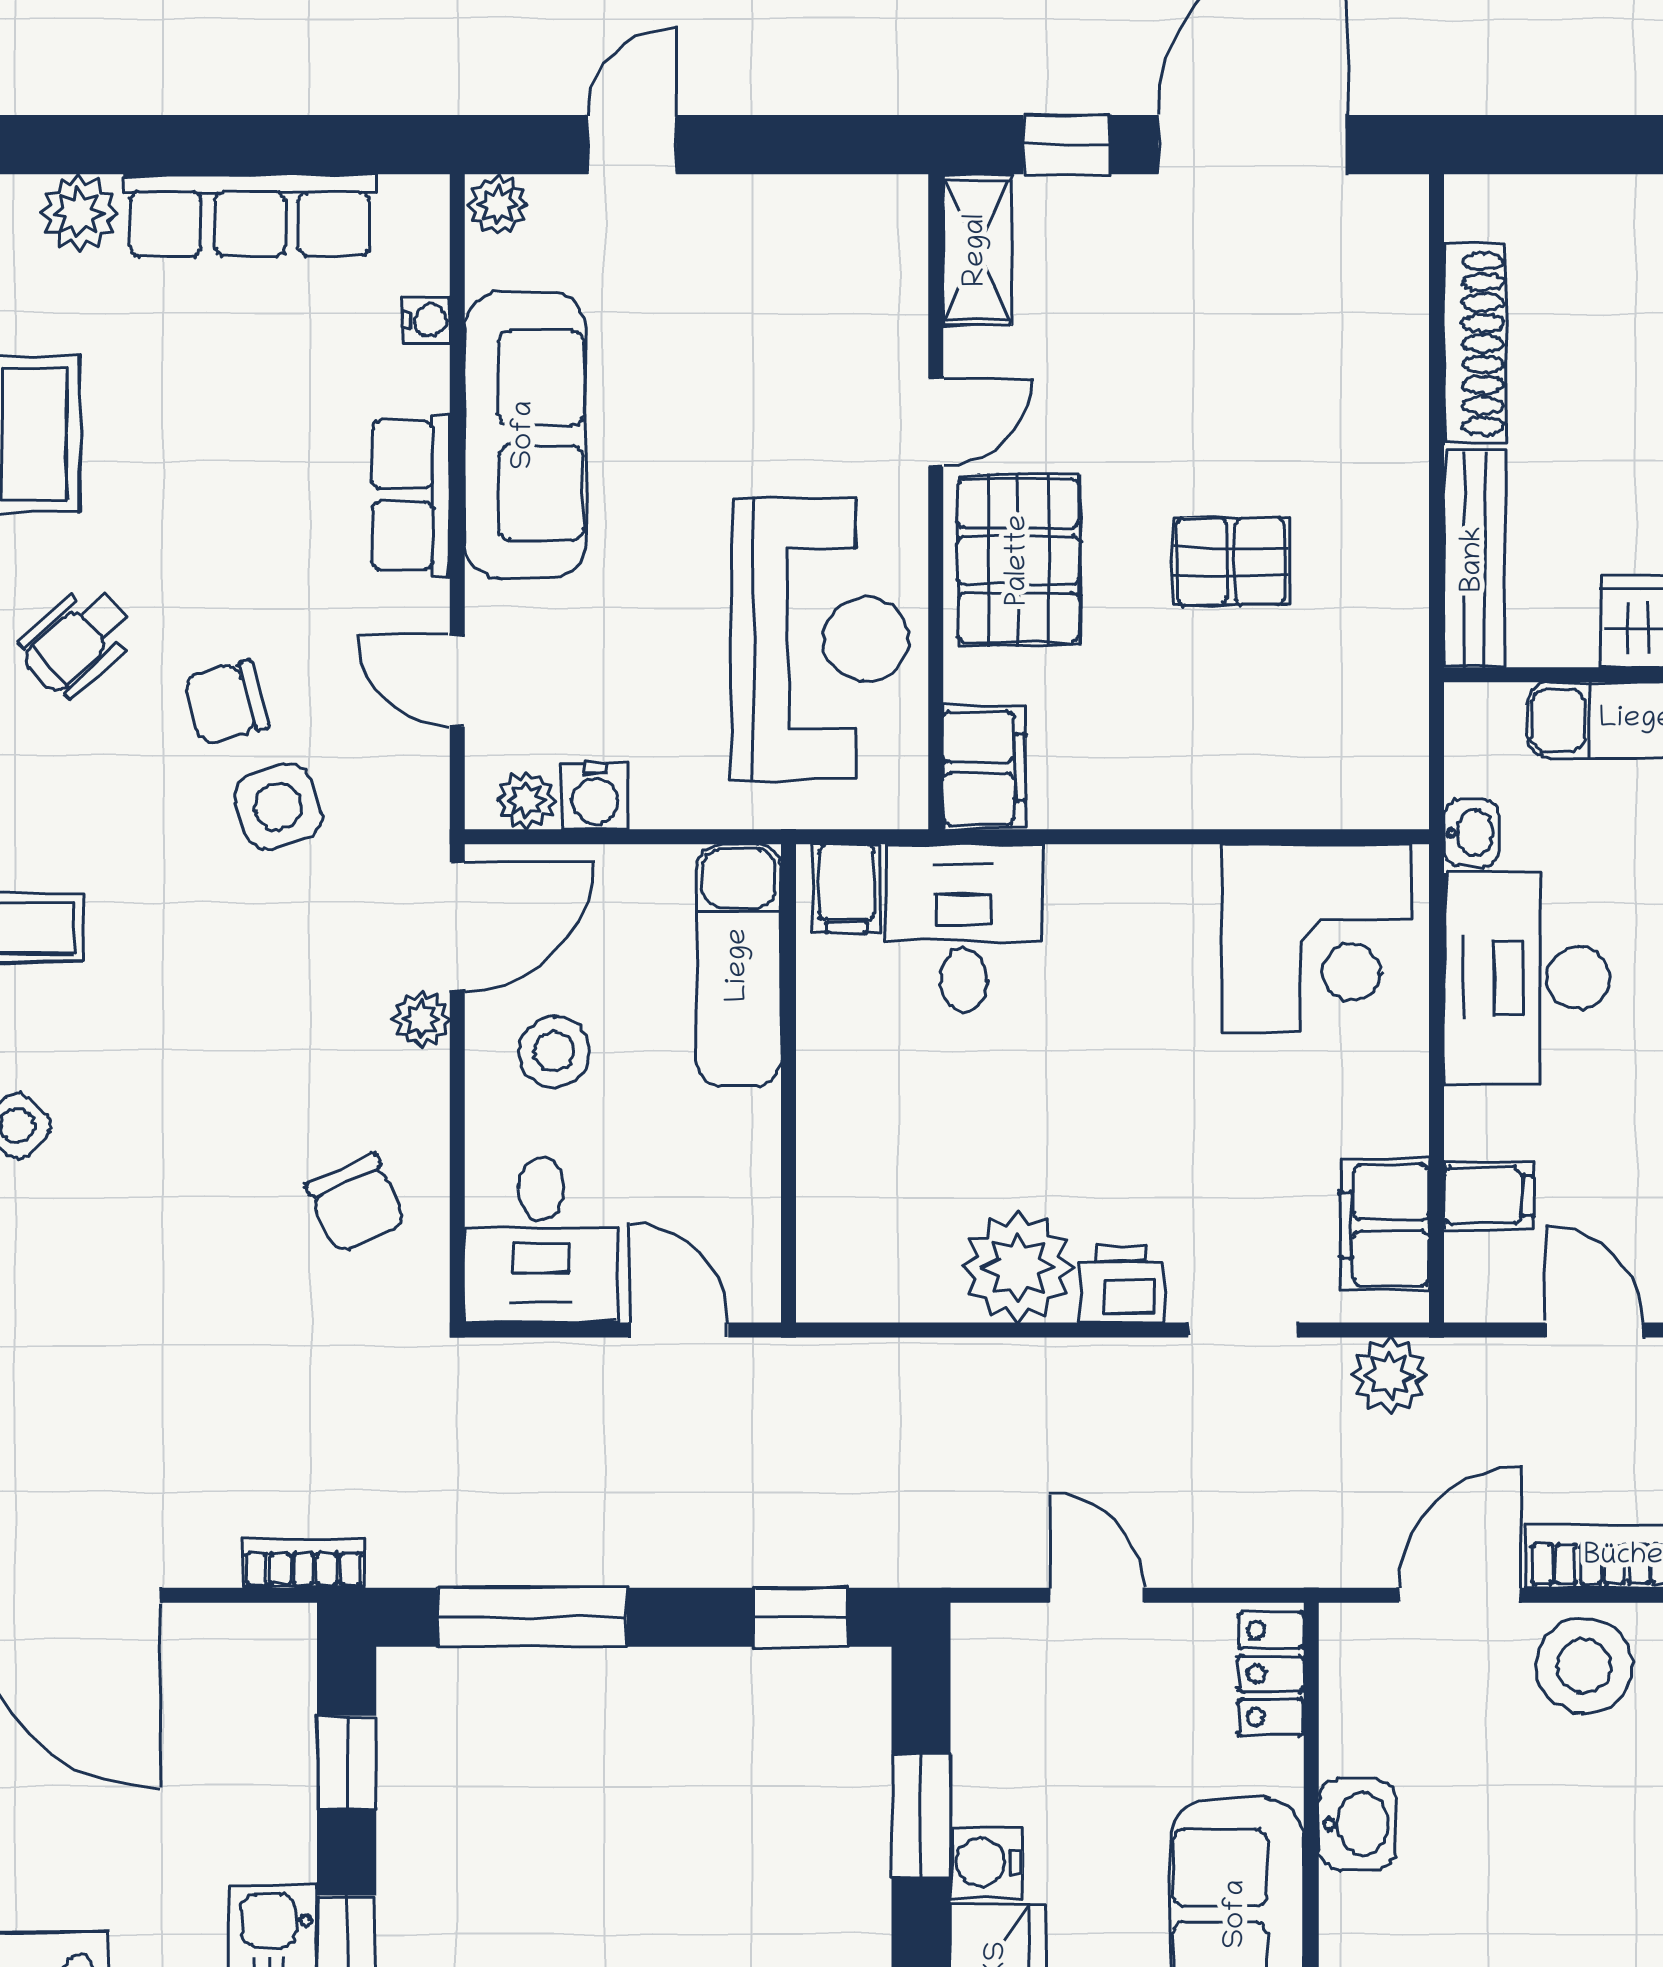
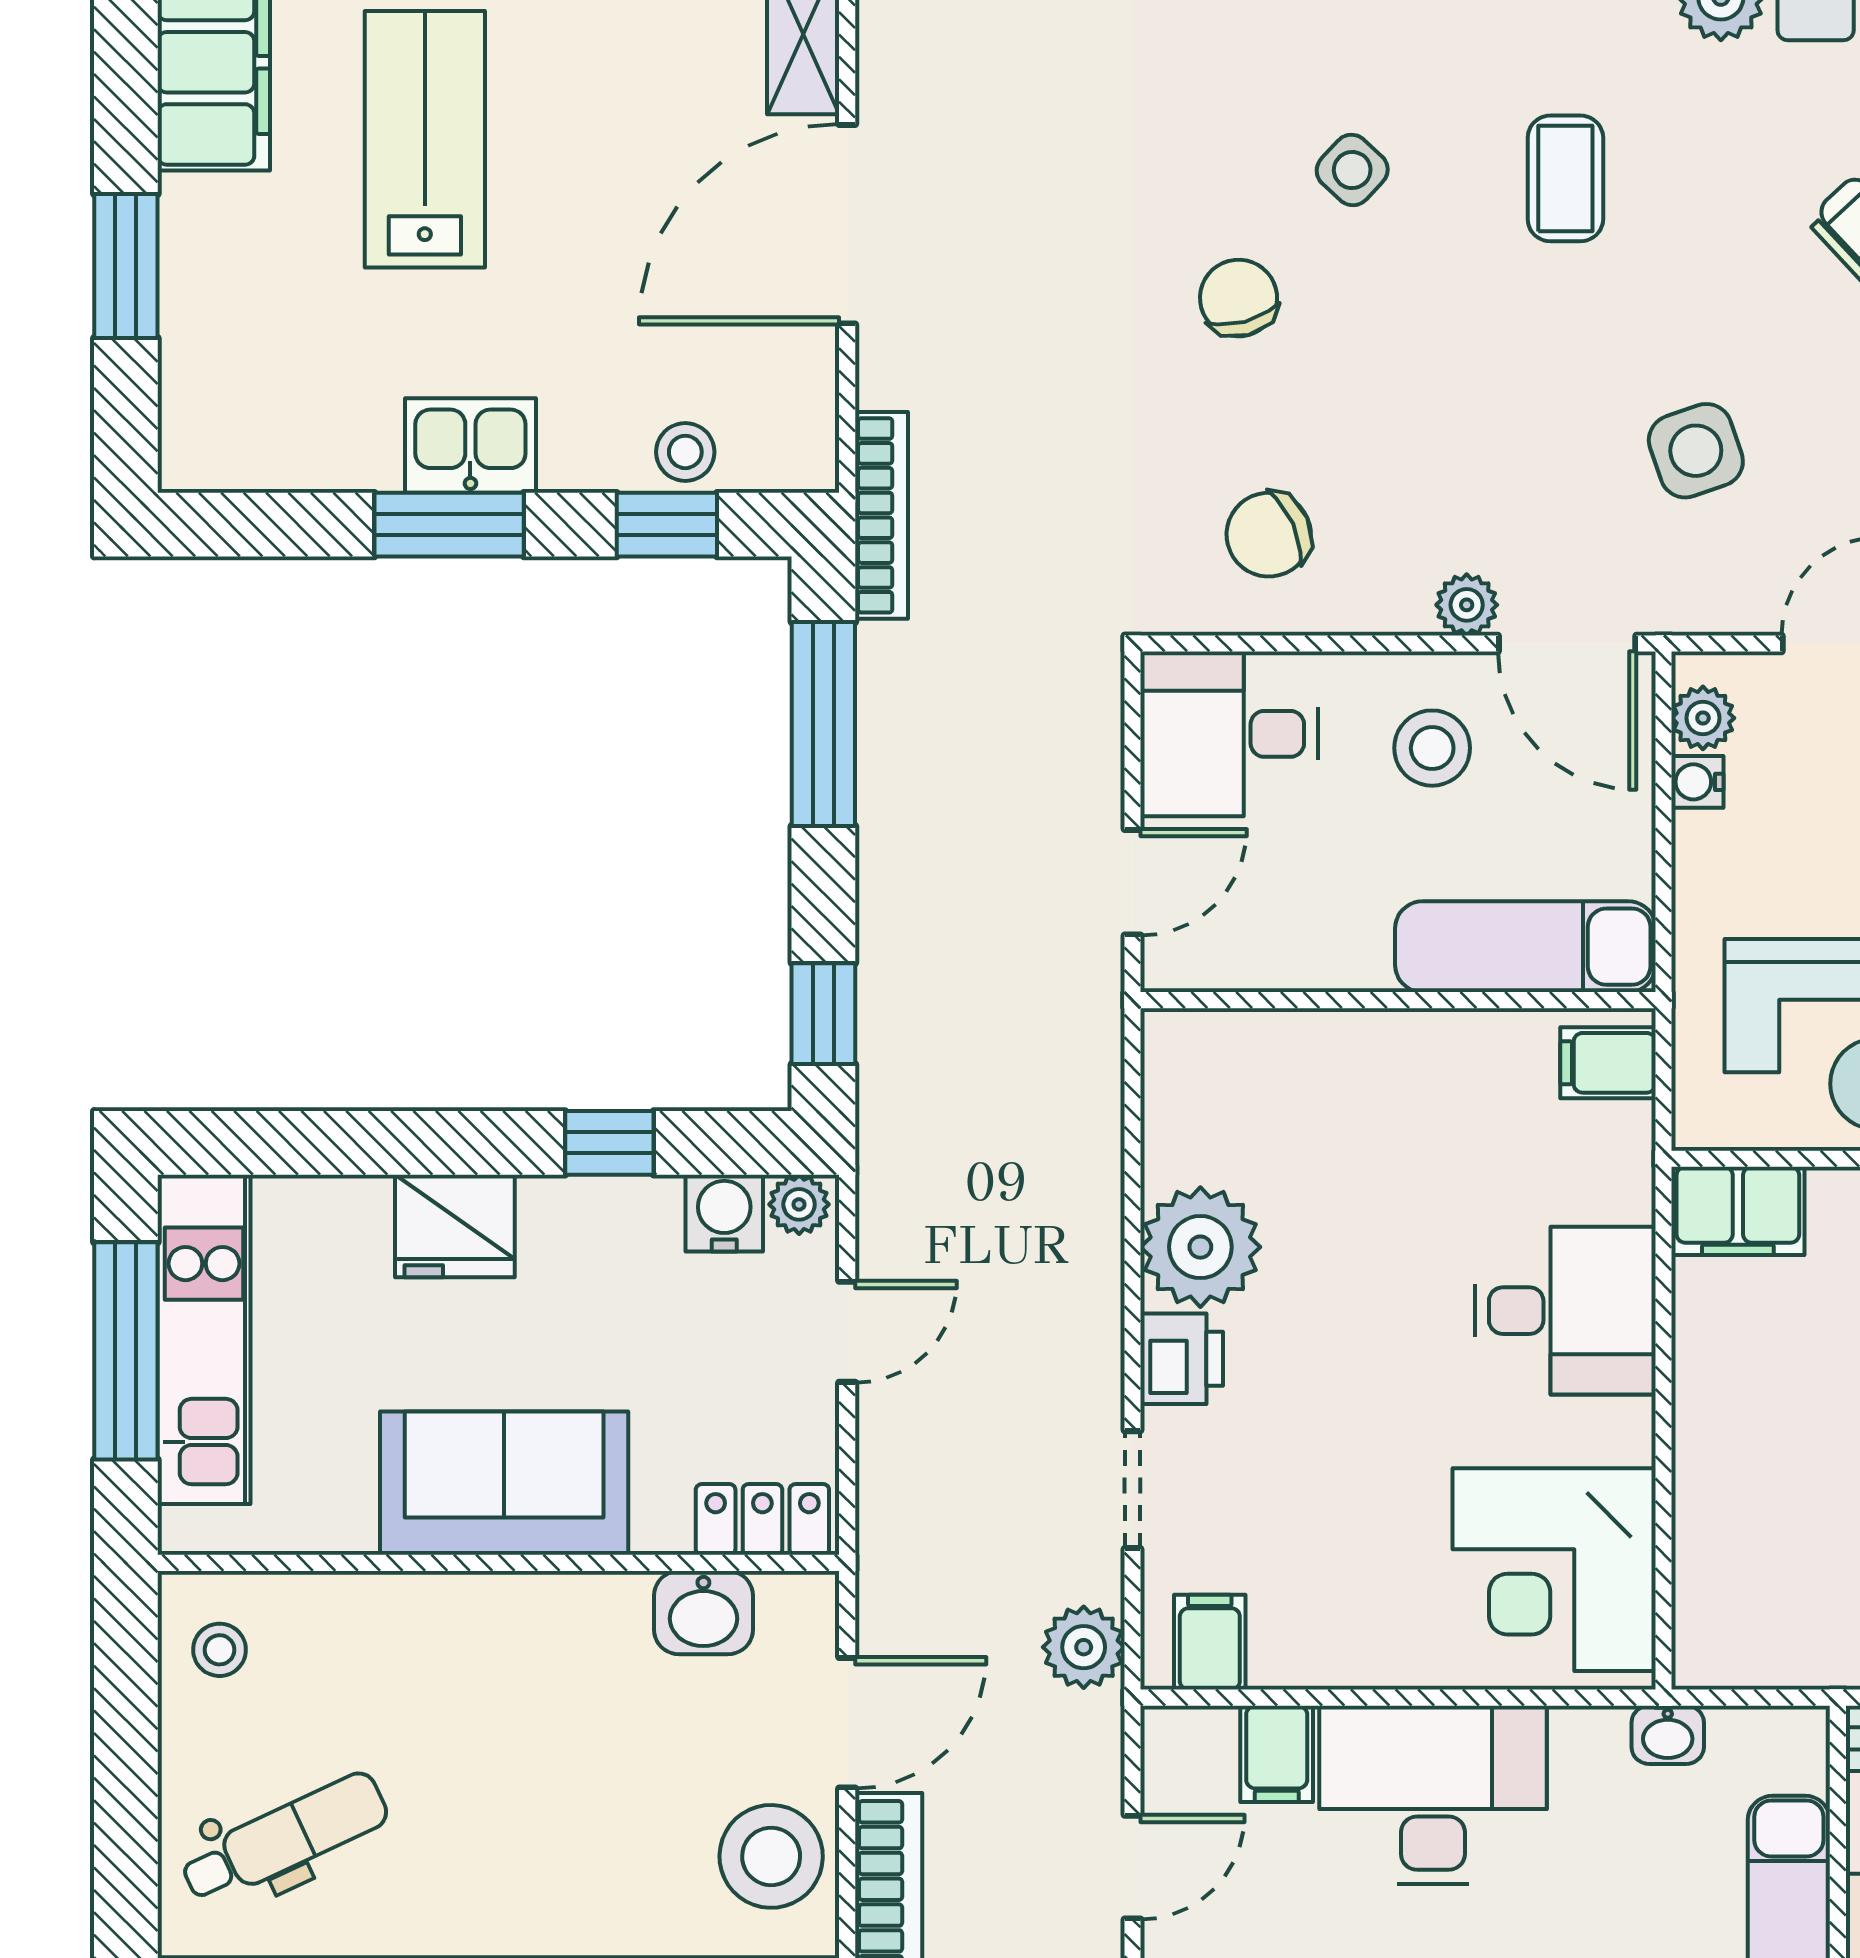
chair: (226, 703) -> (1239, 298), moved
water cooler: (595, 796) -> (1697, 782), width x0.72, depth x0.72
desk: (964, 928) -> (1565, 1311), moved
desk: (1527, 978) -> (1433, 1795), moved
filing cabinet: (1385, 1225) -> (1210, 1642), width x0.50
bookcase: (304, 1563) -> (882, 515), width x1.56
door: (1460, 1595) -> (847, 1723), hinge flipped
plant: (978, 1640) -> (799, 1204), added
stool: (279, 1746) -> (685, 452), added
window: (921, 1816) -> (609, 1143), width x0.67
washbasin: (1358, 1824) -> (703, 1613), moved
water cooler: (986, 1862) -> (724, 1213), moved

